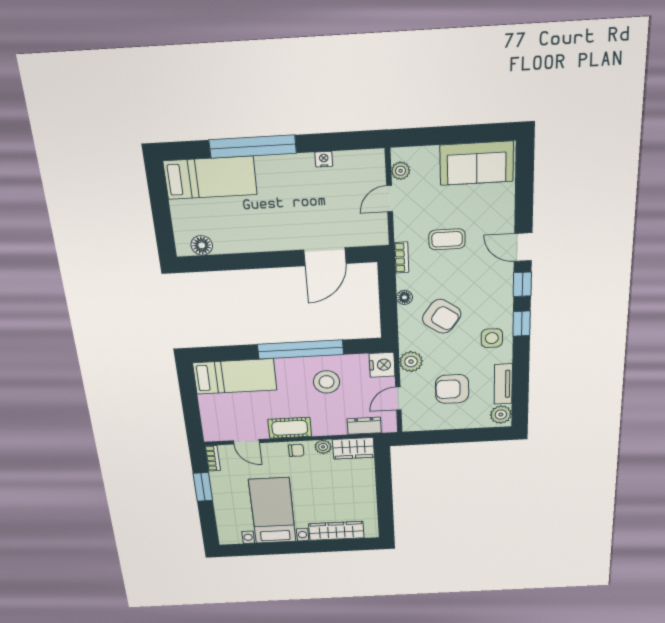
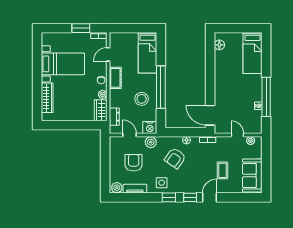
window: (253, 146) -> (266, 97), moved
coffee table: (447, 239) -> (222, 170), moved
door: (325, 257) -> (210, 115), moved

